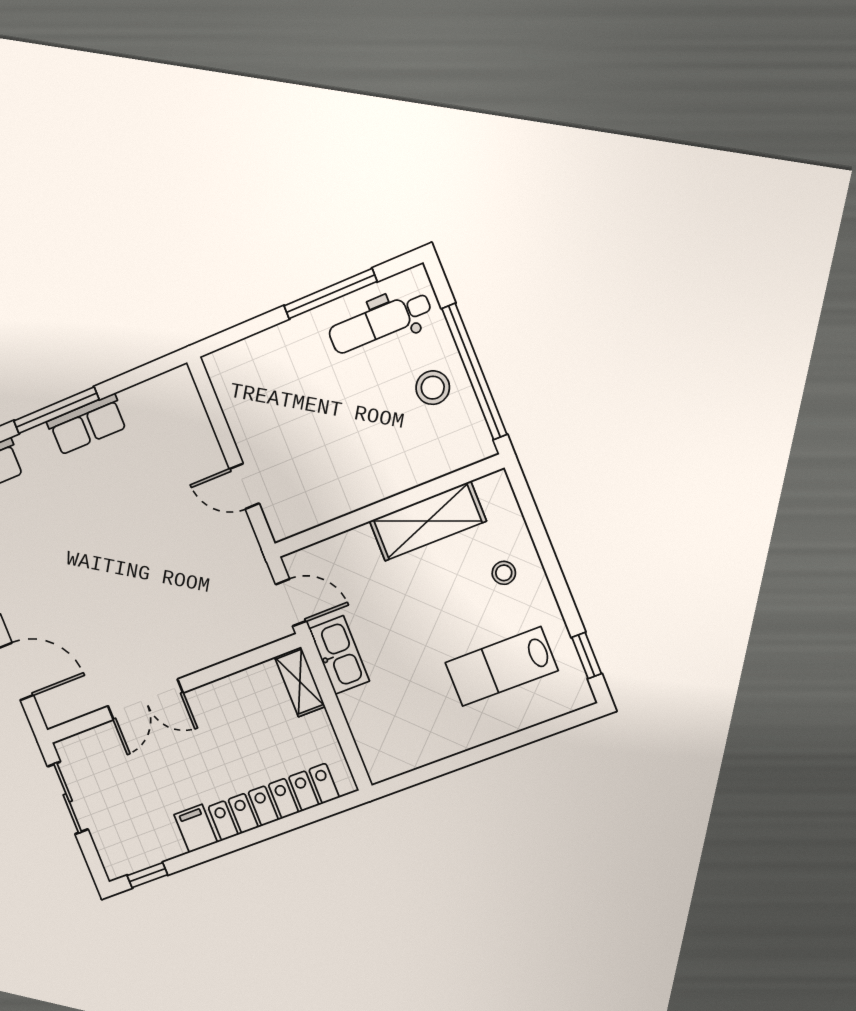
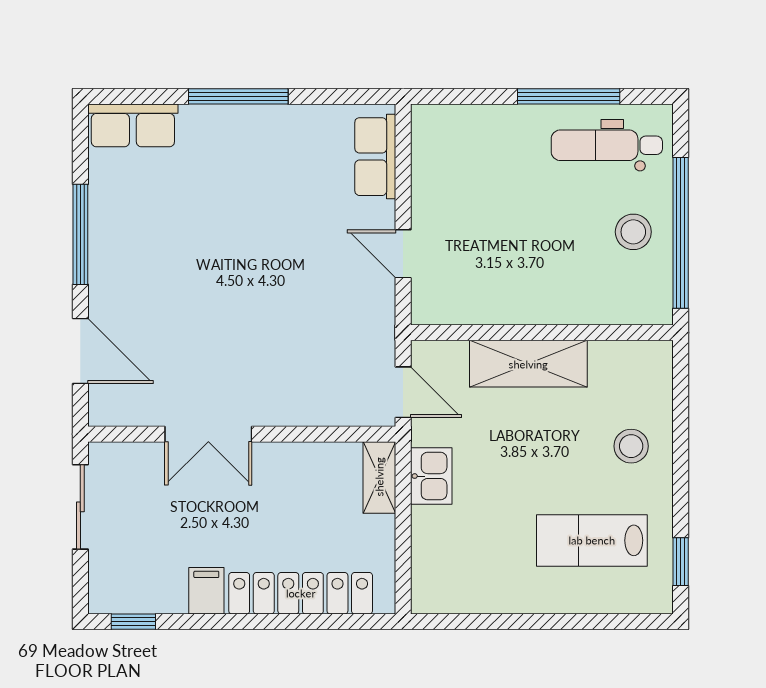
row of seats: (87, 424) -> (375, 157), moved, turned 90
shelving: (428, 521) -> (528, 364), moved
stool: (504, 573) -> (631, 446), width x1.37, depth x1.37
kitchen sink: (339, 655) -> (431, 476), width x0.73

